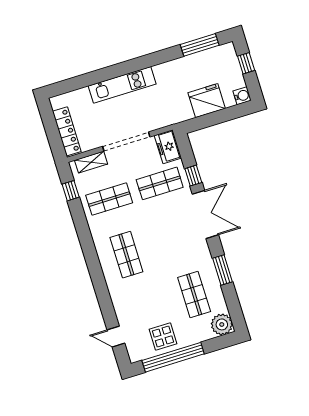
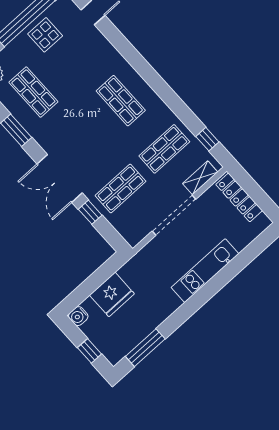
freezer: (168, 147) -> (130, 230), removed

